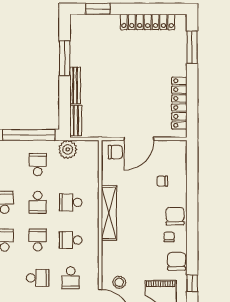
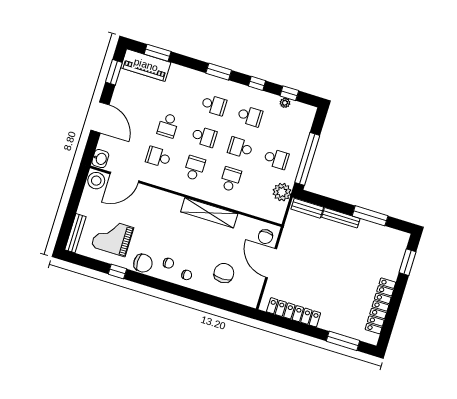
chair: (162, 181) -> (224, 273), width x1.87, depth x1.87
chair: (175, 216) -> (187, 275), width x0.54, depth x0.54
stool: (119, 282) -> (140, 202), removed

